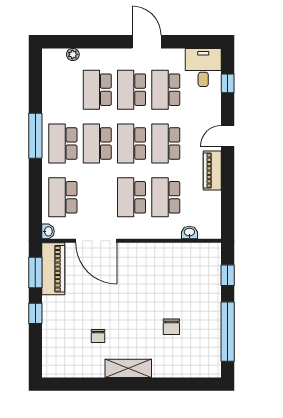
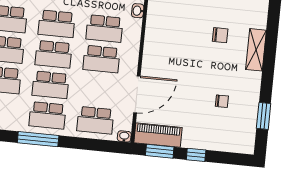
shelving: (128, 368) -> (256, 50), moved
window: (86, 384) -> (264, 116), added

